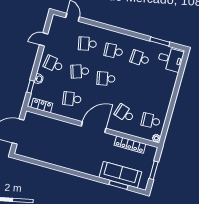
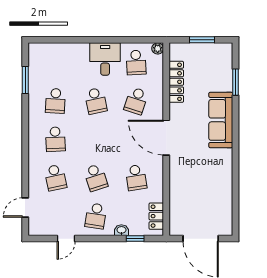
door: (44, 39) -> (66, 239), hinge flipped
desk: (170, 59) -> (105, 59), moved
school desk: (106, 79) -> (96, 101), moved
sofa: (120, 175) -> (221, 120), moved

